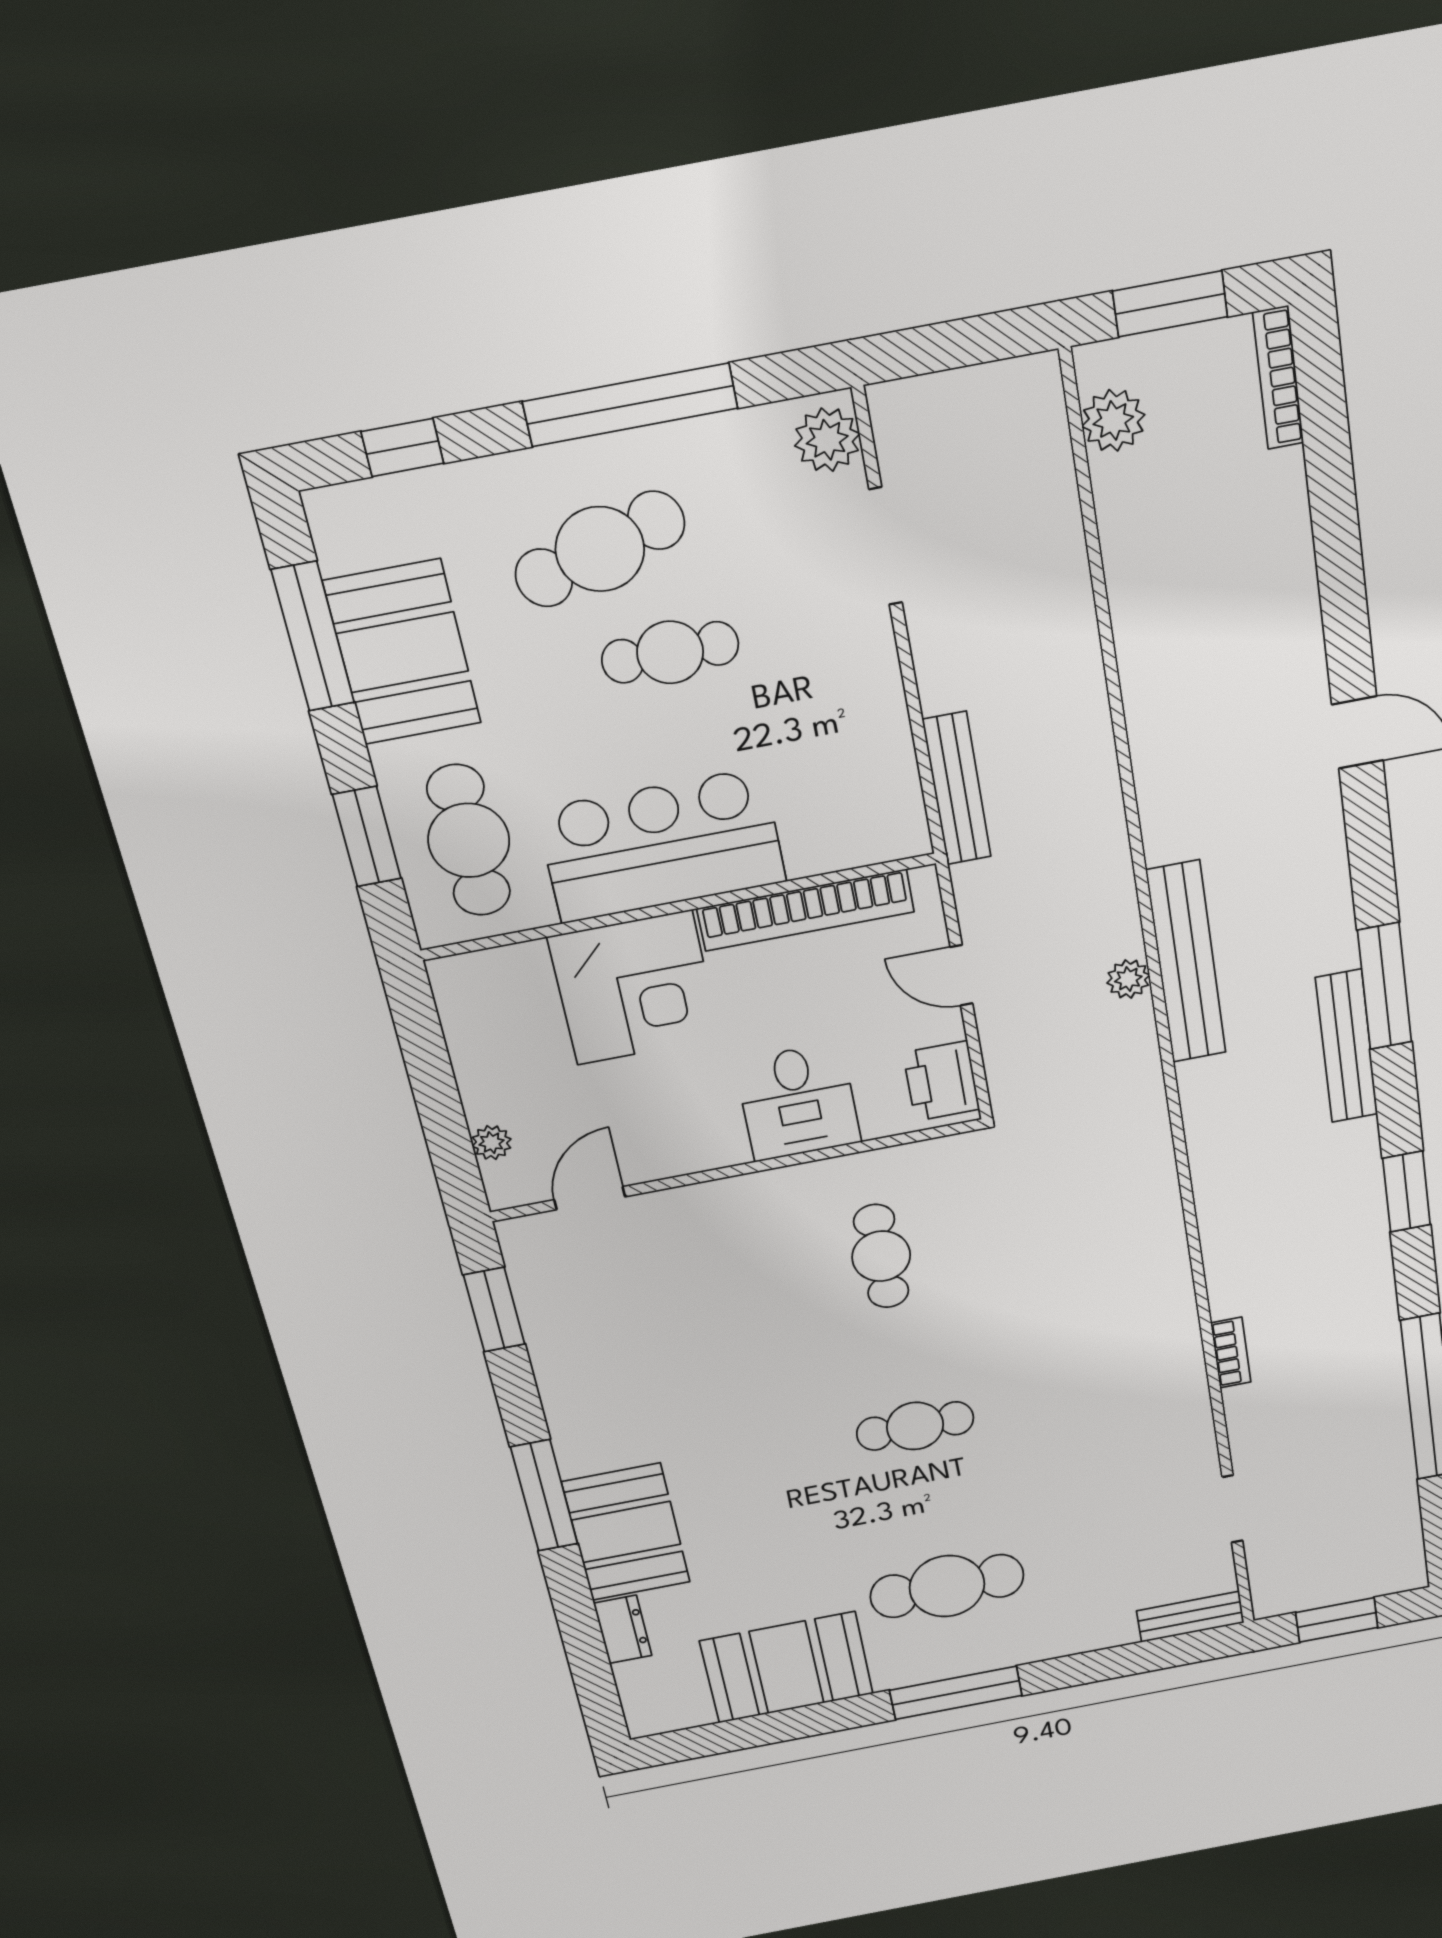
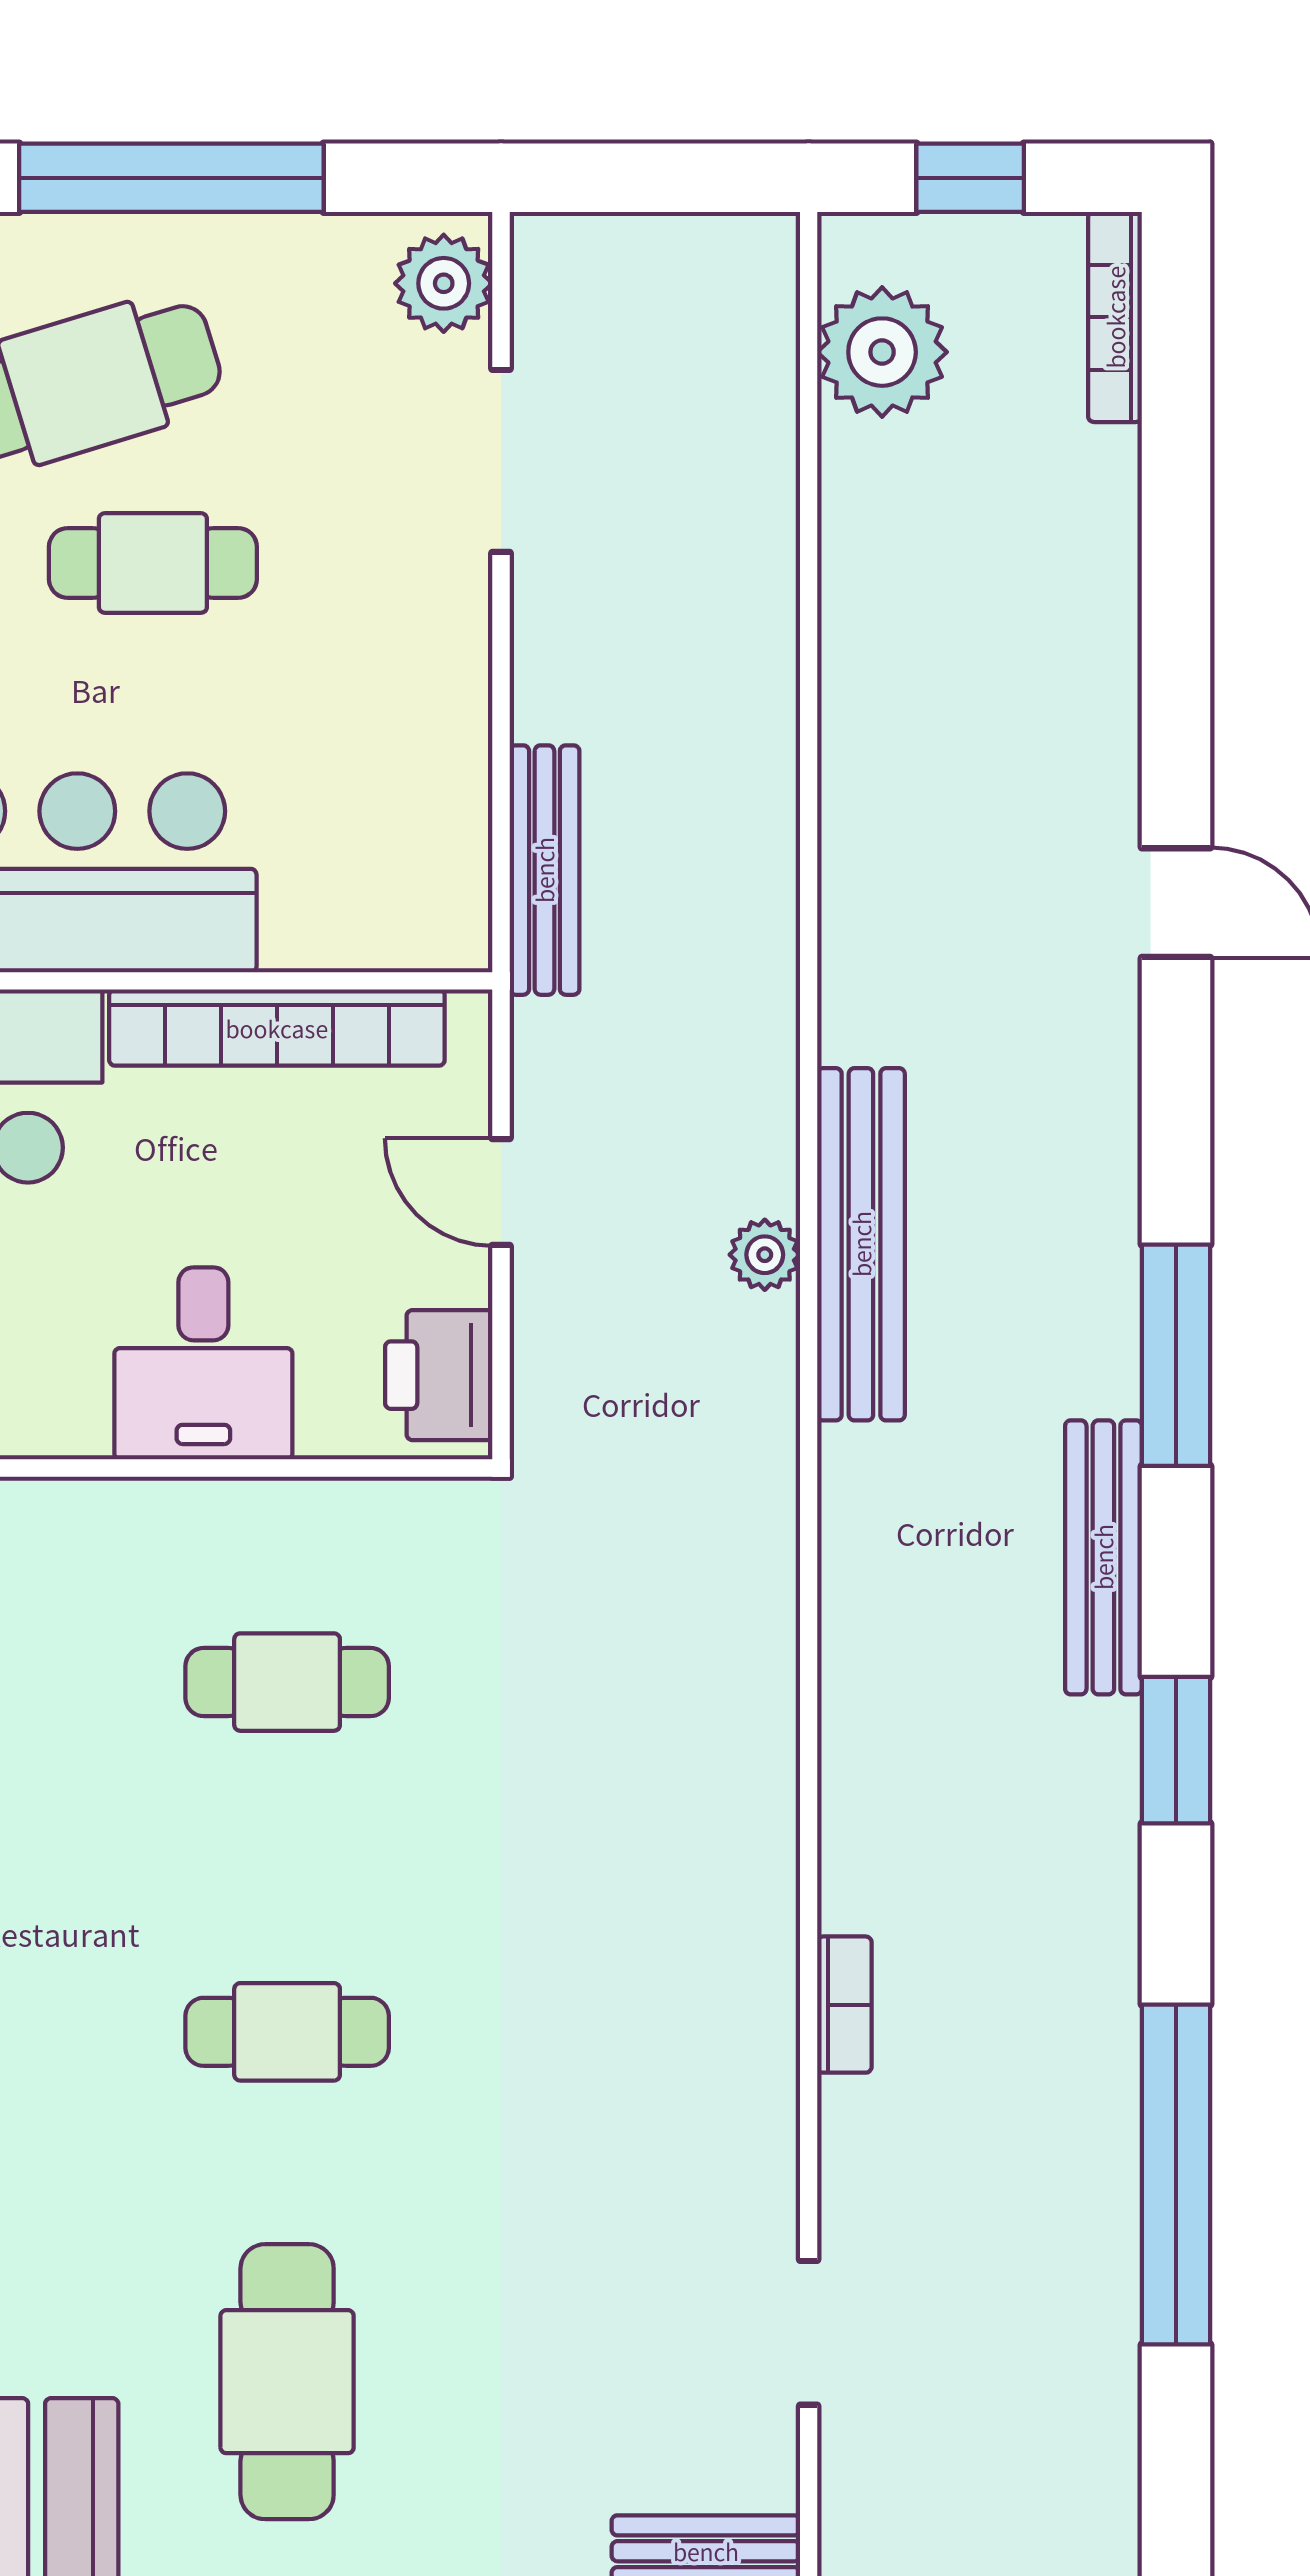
window: (1170, 304) -> (970, 178), width x0.67
plant: (1113, 421) -> (882, 352), width x1.36, depth x1.36
bench: (1347, 1046) -> (1103, 1557), moved
cafe table: (881, 1256) -> (287, 1682), turned 90
cafe table: (947, 1586) -> (287, 2382), turned 90

